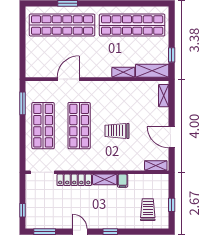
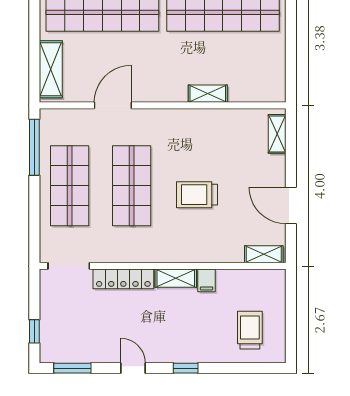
window: (172, 55) -> (291, 64), removed
shelving: (152, 71) -> (51, 69), moved, turned 90
window: (23, 103) -> (34, 147), width x1.44
window: (172, 205) -> (291, 322), removed

